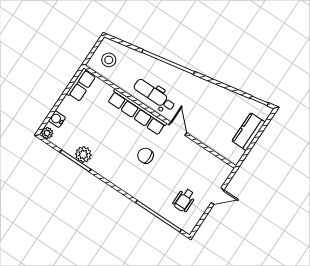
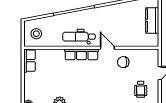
row of seats: (137, 112) -> (81, 54), width x0.73
water cooler: (57, 119) -> (29, 92), removed
chair: (145, 156) -> (123, 62), moved

